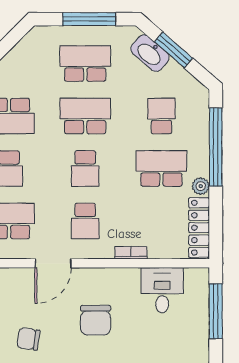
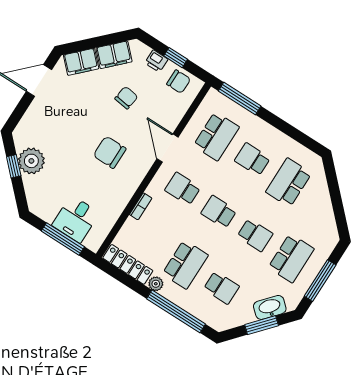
school desk: (85, 116) -> (255, 235), width x0.54
desk: (162, 290) -> (76, 219), moved, turned 90

